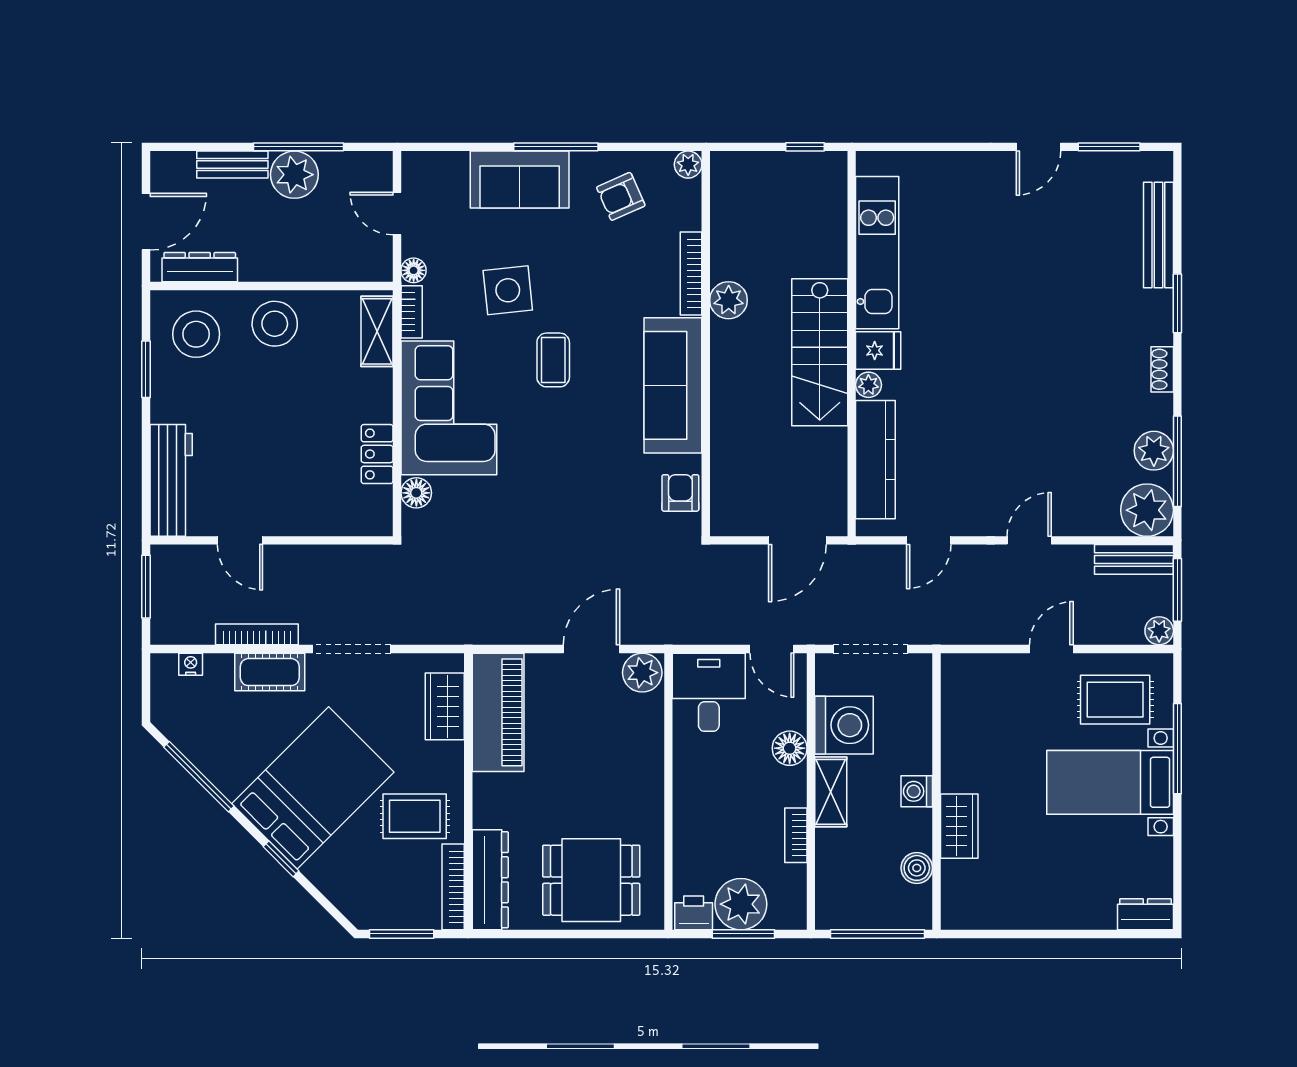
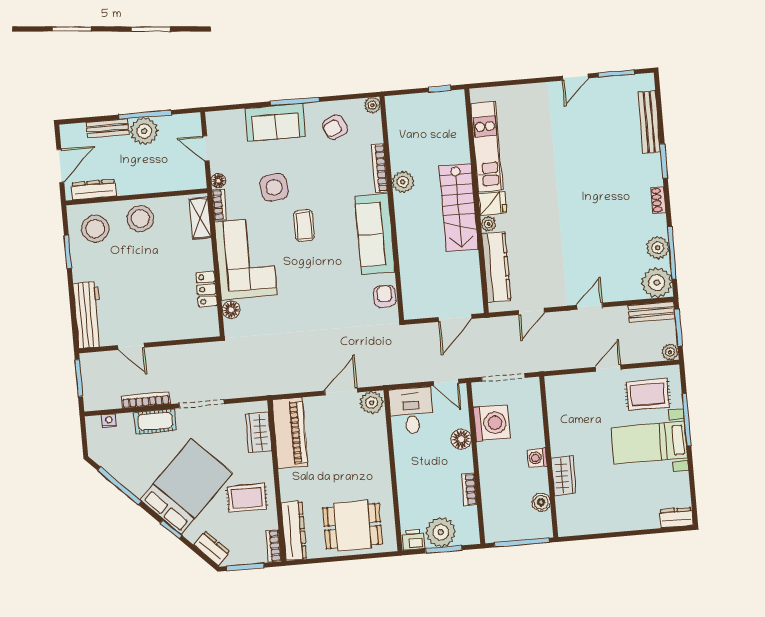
shelving: (831, 792) -> (487, 462), removed
bookcase: (453, 887) -> (273, 546), width x0.64
dresser: (348, 897) -> (212, 548), added

